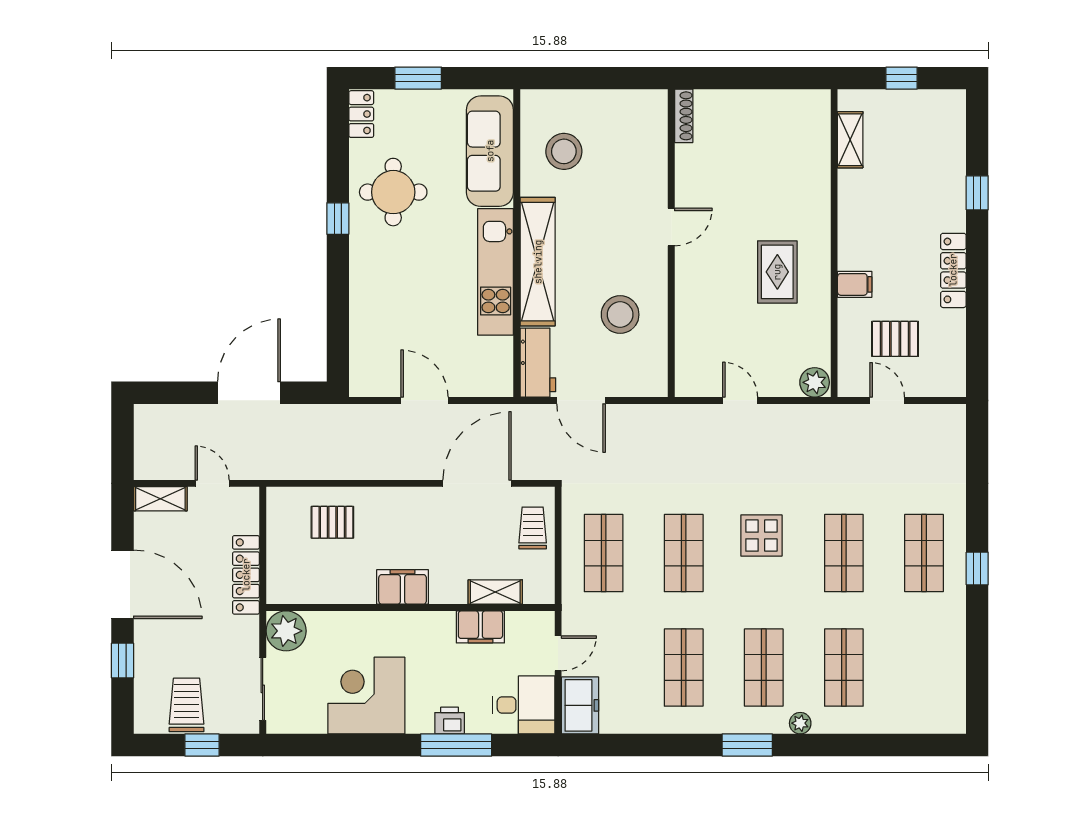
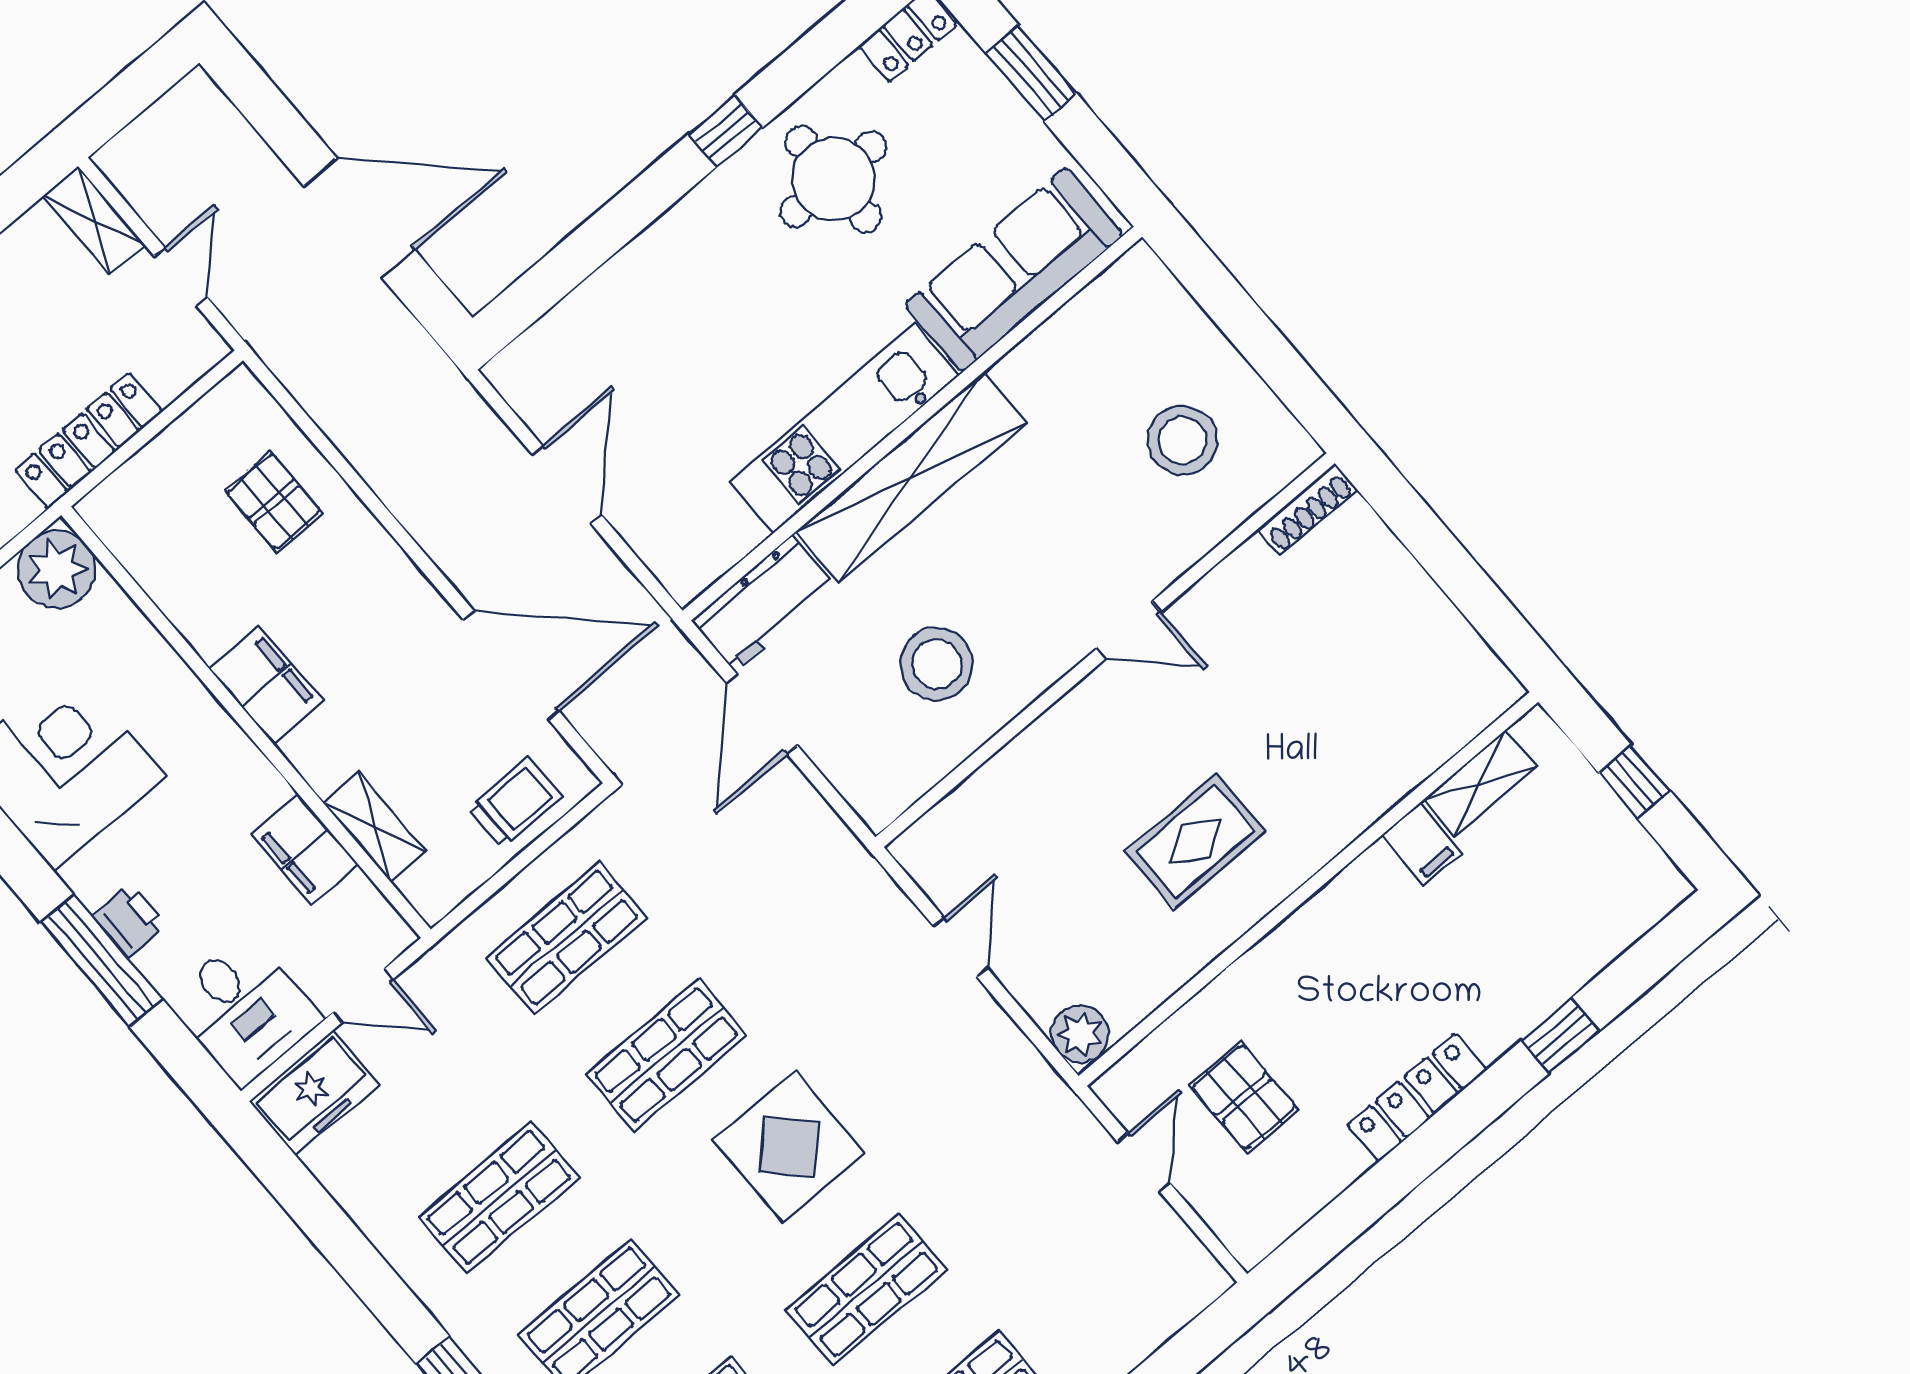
stool: (564, 151) -> (1182, 440), moved
filing cabinet: (855, 284) -> (1422, 844), moved
display table: (761, 536) -> (789, 1147), width x1.36, depth x1.36

